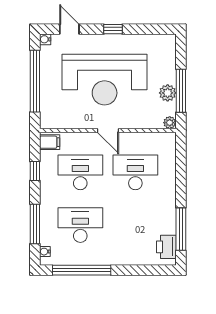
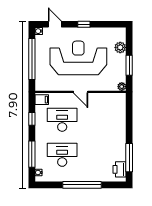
reception desk: (105, 80) -> (78, 58), turned 180
window: (181, 91) -> (129, 65), width x0.69
plant: (168, 93) -> (120, 47), moved
desk: (135, 172) -> (99, 120), removed
window: (82, 270) -> (82, 185), moved

